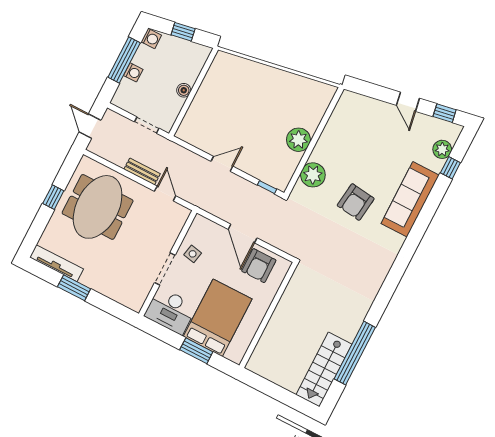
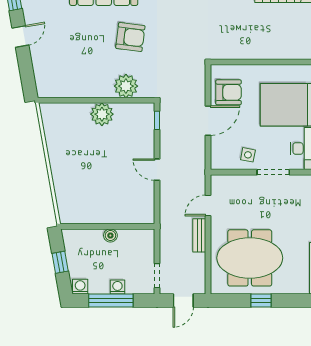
doorway: (147, 125) -> (157, 276), moved

